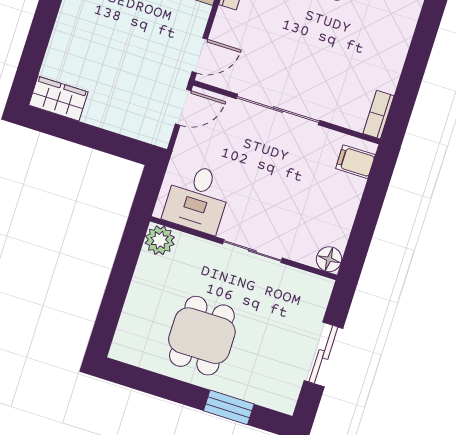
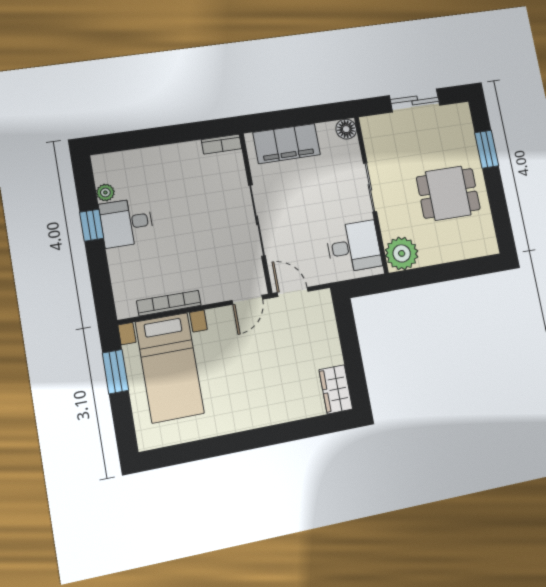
door: (200, 55) -> (247, 300), swing flipped
filing cabinet: (355, 162) -> (287, 144), width x3.00, depth x1.17
plant: (160, 240) -> (402, 253), width x1.36, depth x1.36

